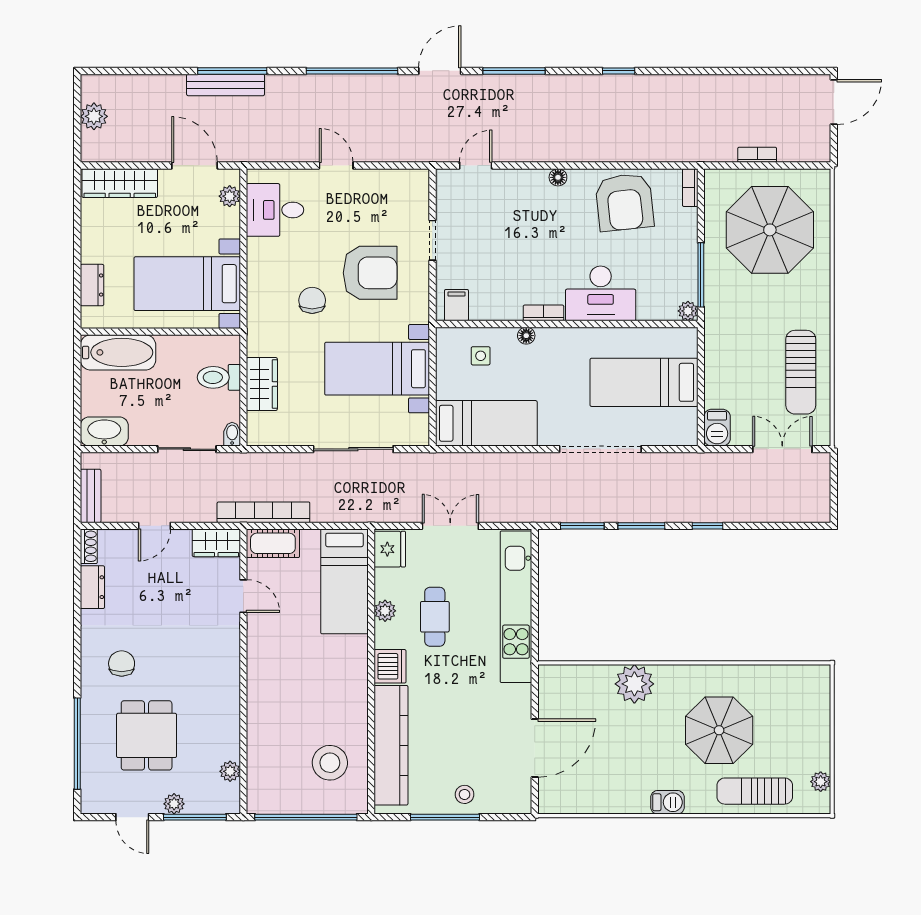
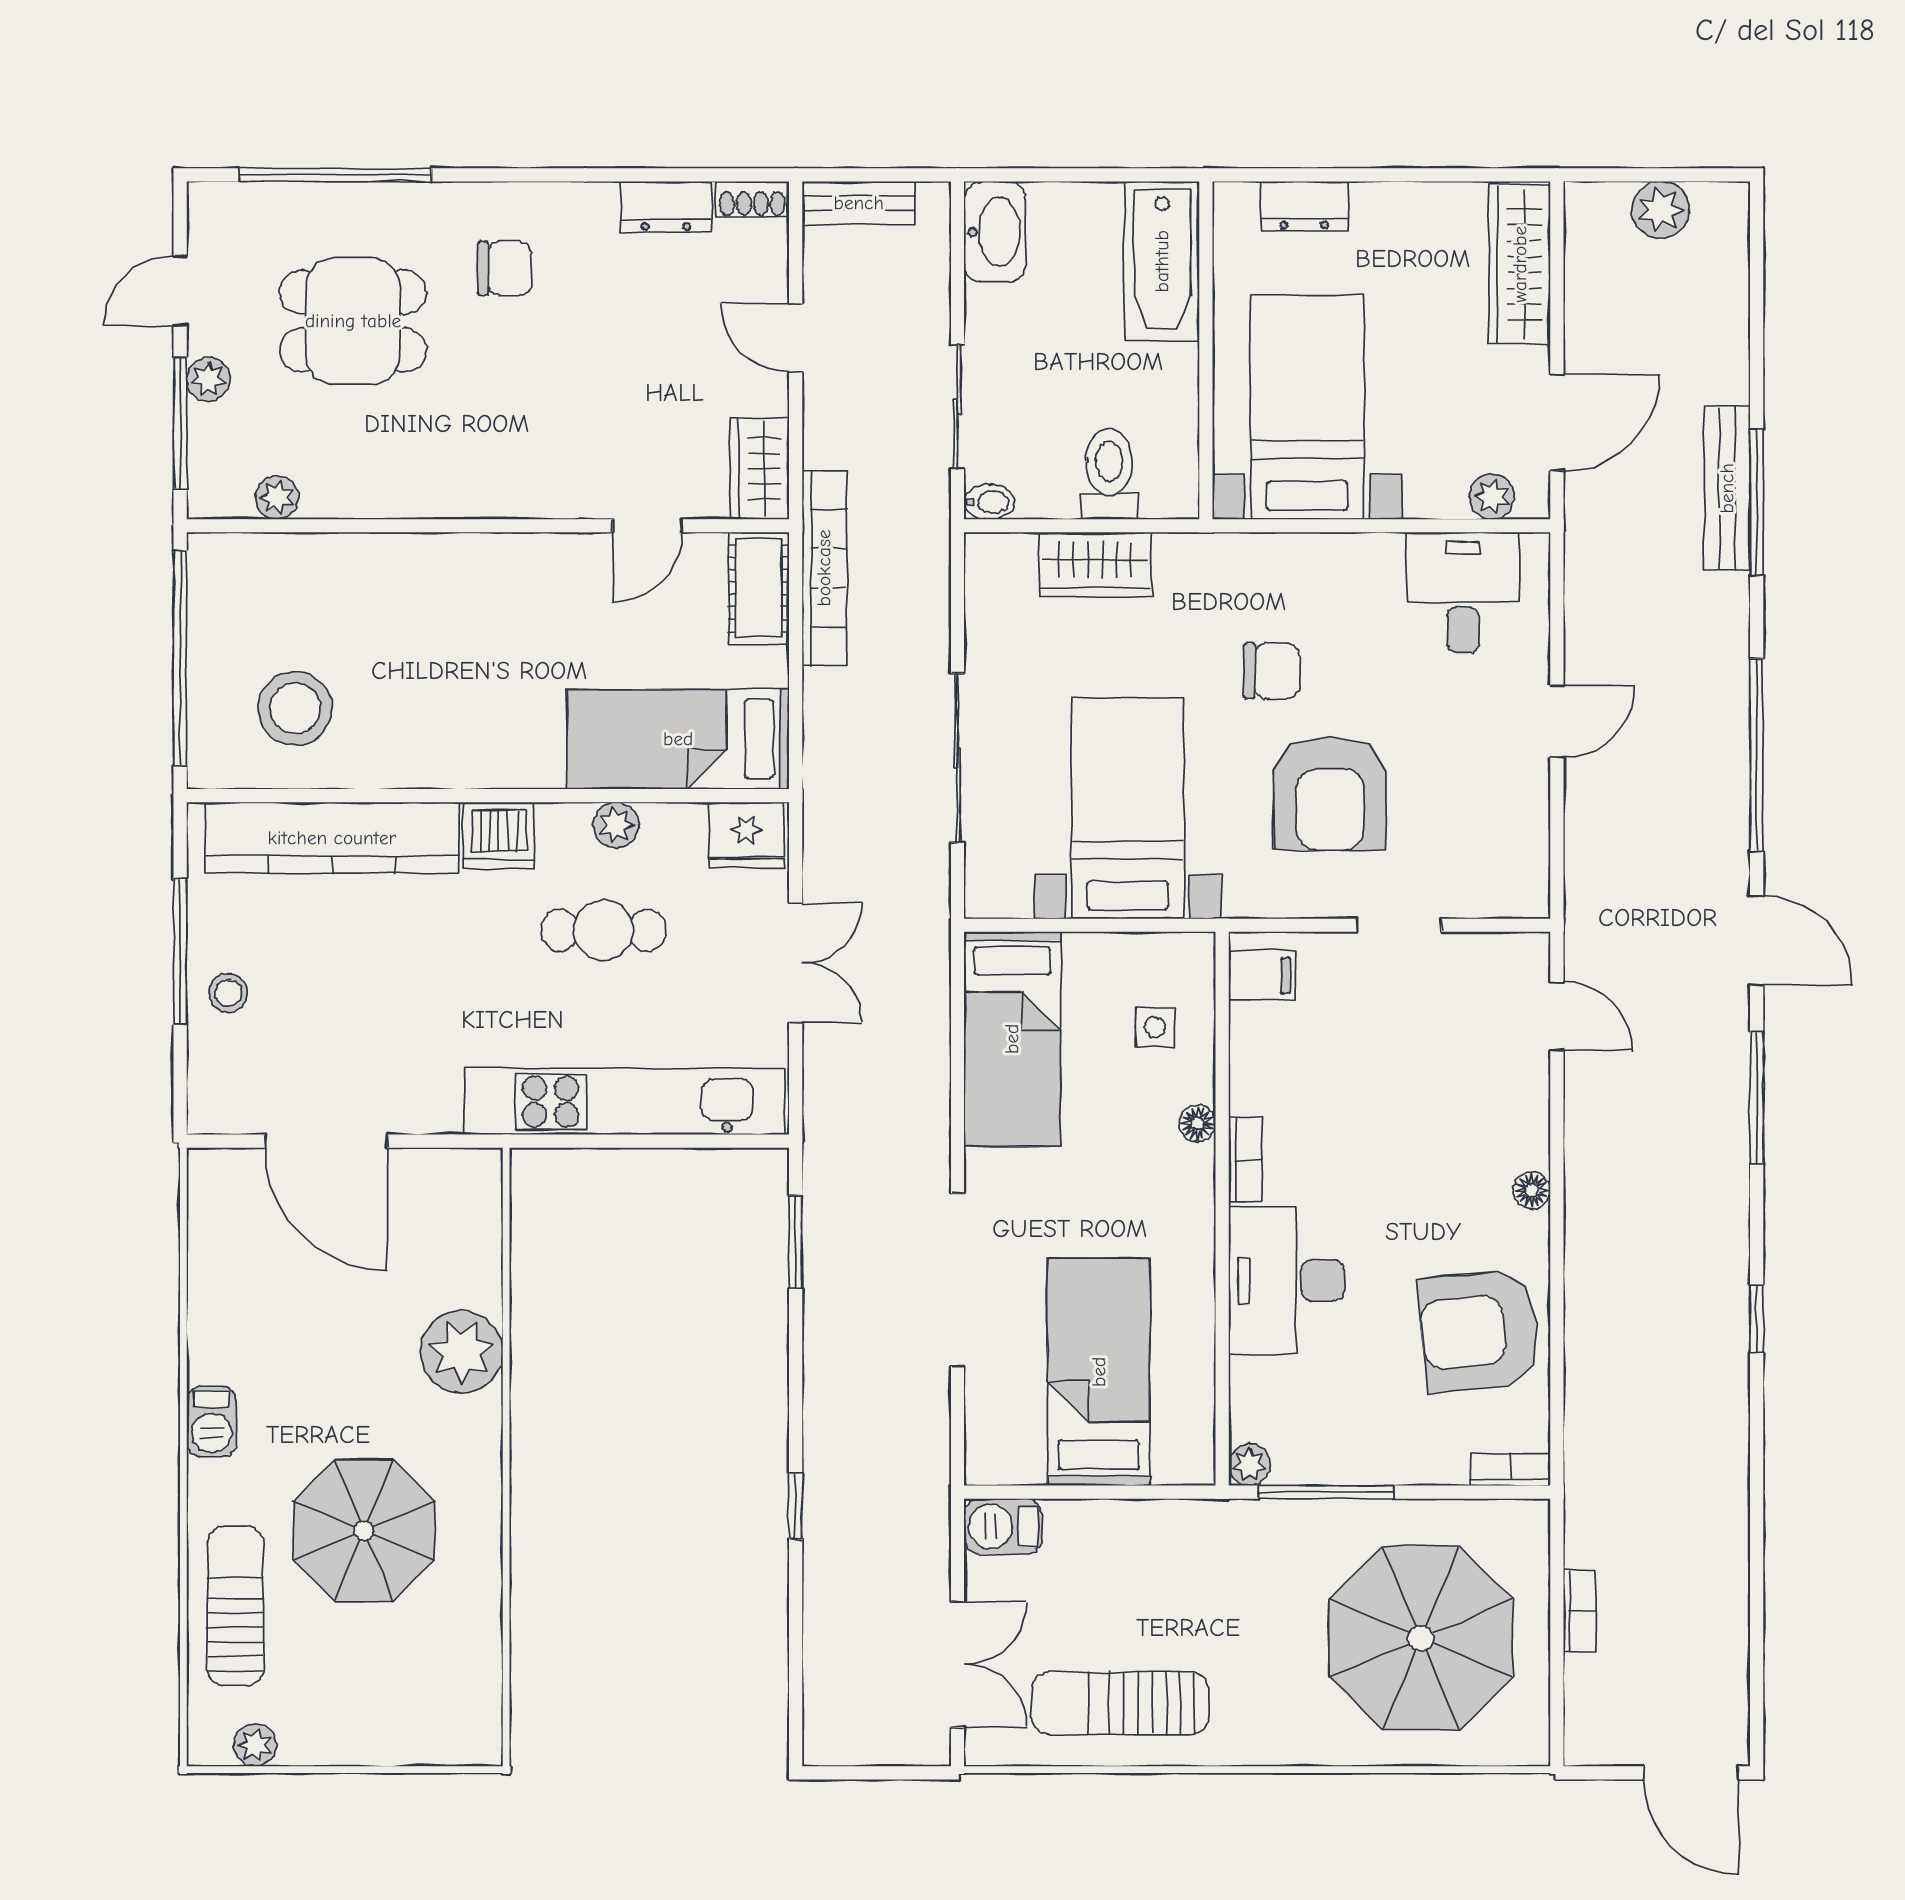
window: (641, 526) -> (796, 1367), removed

